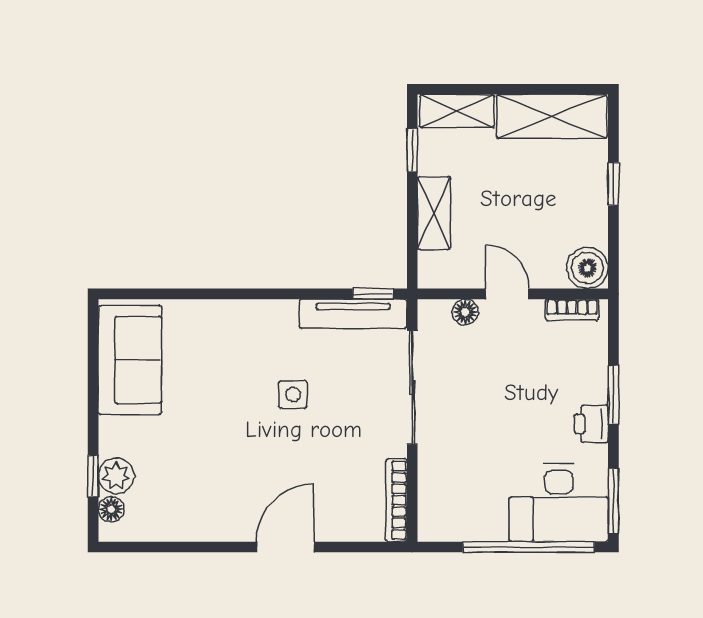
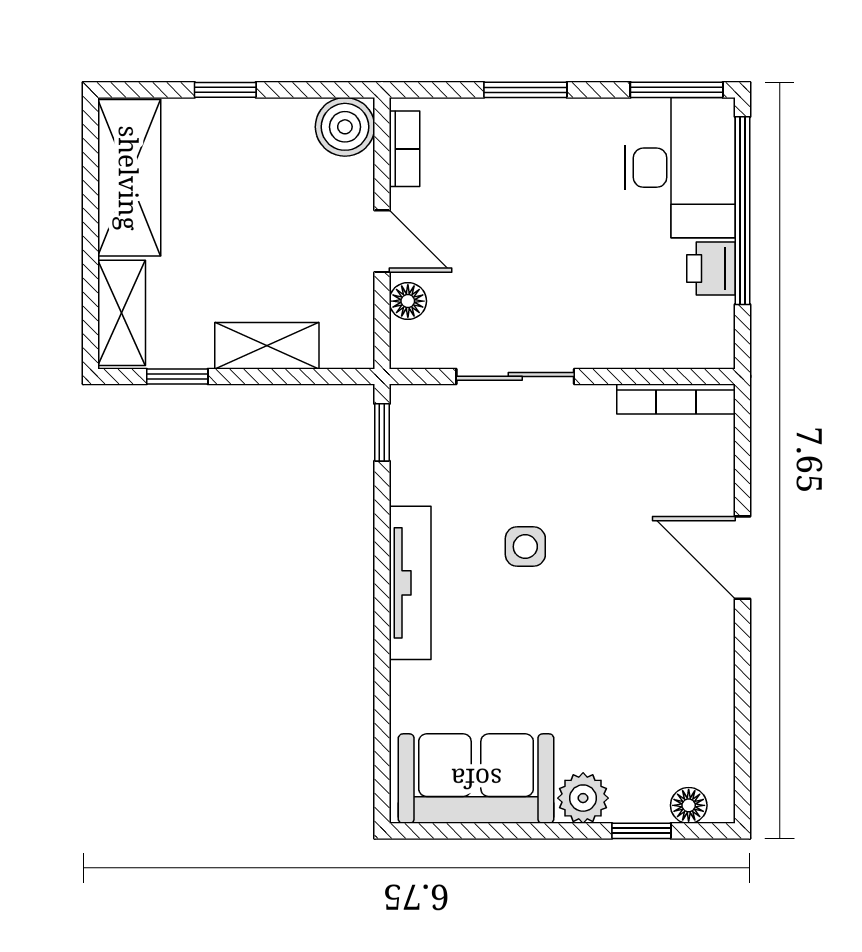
door: (507, 294) -> (382, 241), swing flipped
tv unit: (353, 314) -> (410, 583), moved
sliding door: (412, 387) -> (515, 376), width x0.73
printer: (591, 424) -> (711, 269), moved, turned 90
plant: (116, 476) -> (583, 798), moved

